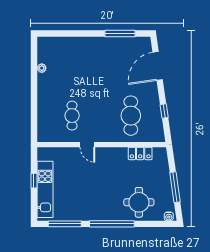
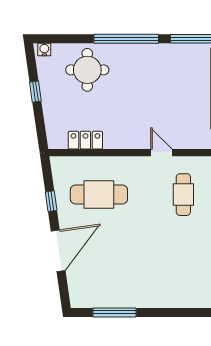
door: (158, 66) -> (58, 251), moved
cafe table: (131, 116) -> (99, 195), turned 90
window: (175, 187) -> (35, 92), width x0.46

